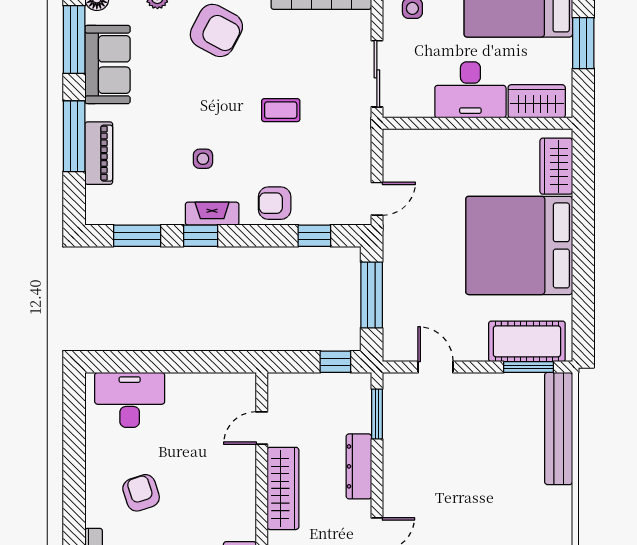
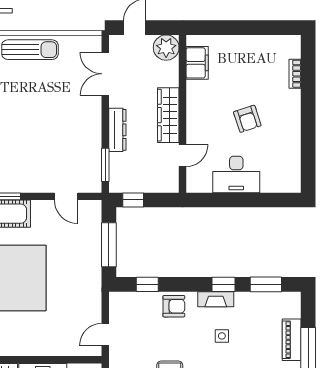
door: (377, 199) -> (105, 335), moved
desk: (130, 400) -> (236, 174), moved
armchair: (141, 493) -> (247, 119), moved

